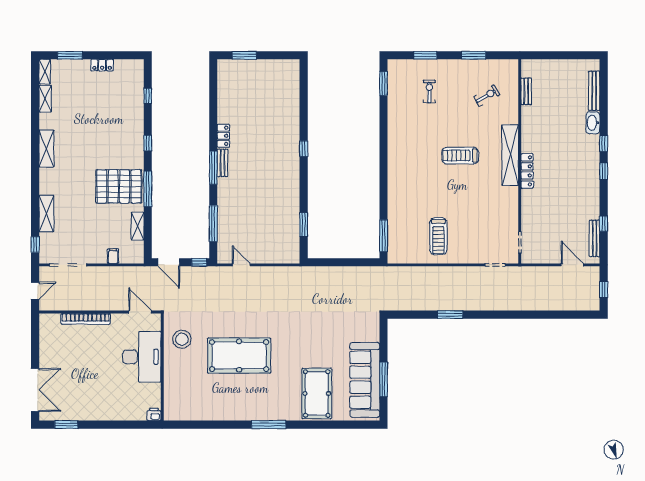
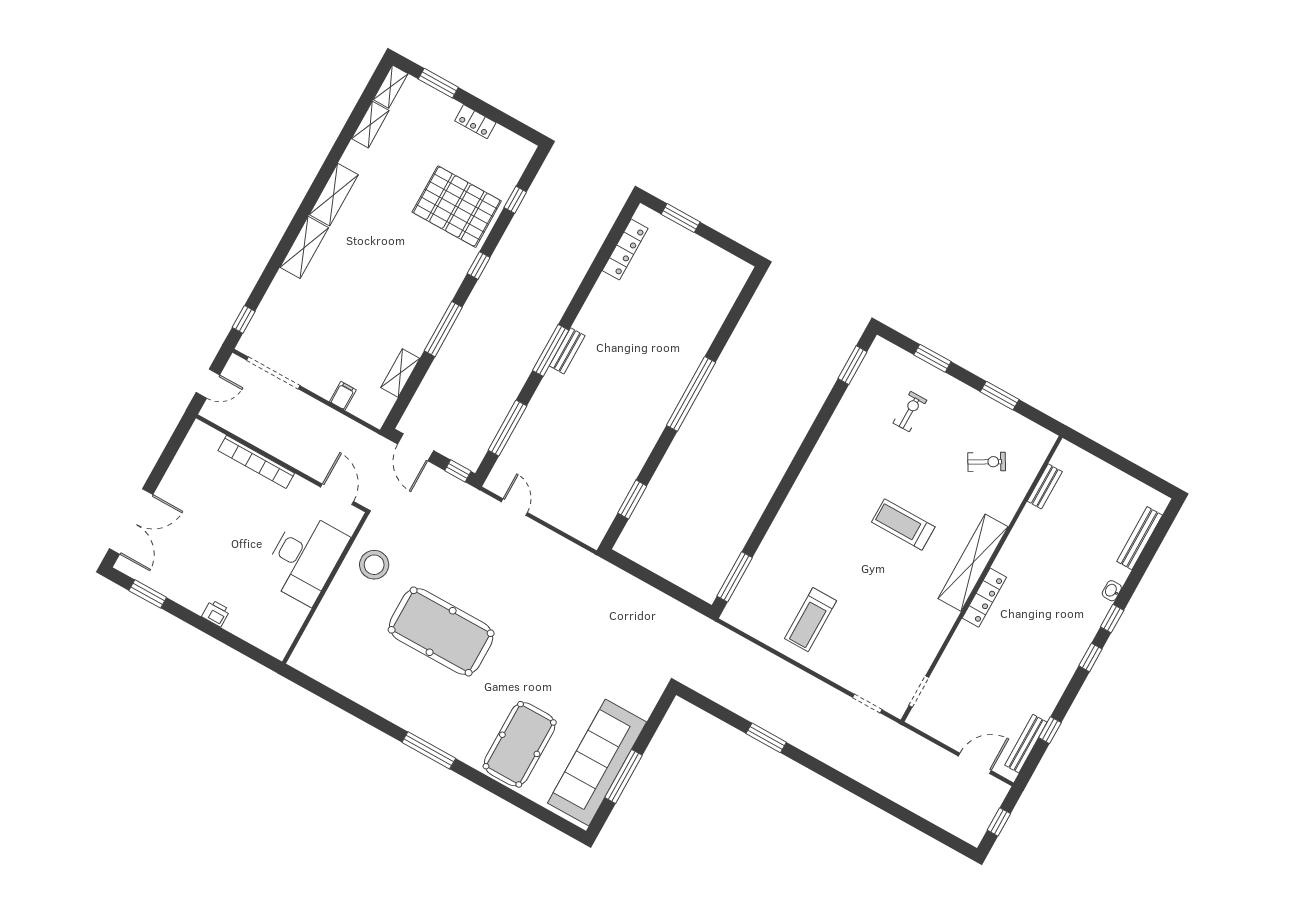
washbasin: (593, 123) -> (1112, 591), width x0.52, depth x0.69
locker: (223, 136) -> (625, 250), moved, width x1.53
window: (304, 149) -> (691, 394), width x3.17
pallet: (119, 186) -> (457, 207), moved
shelving: (46, 214) -> (304, 247), moved
door: (572, 265) -> (975, 763), hinge flipped
printer: (154, 414) -> (216, 613), moved

